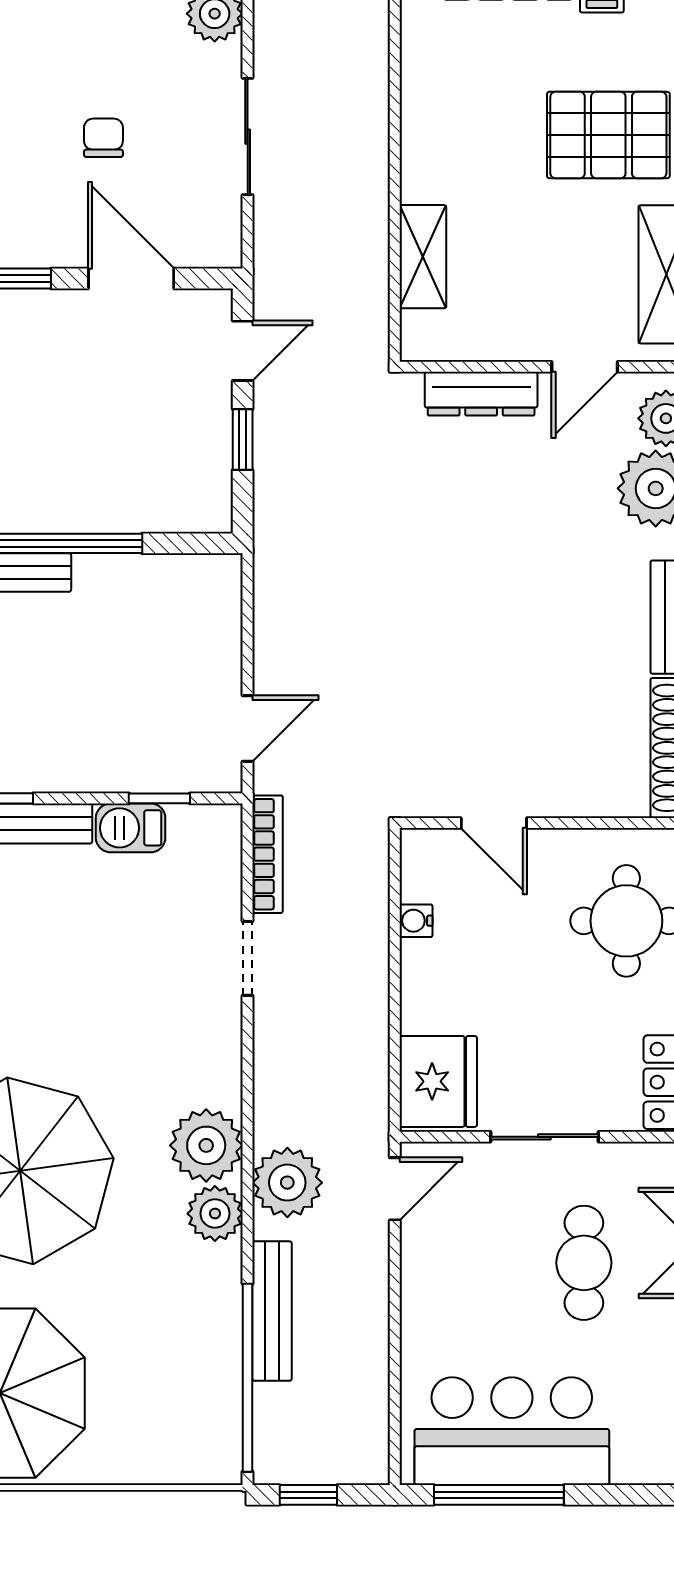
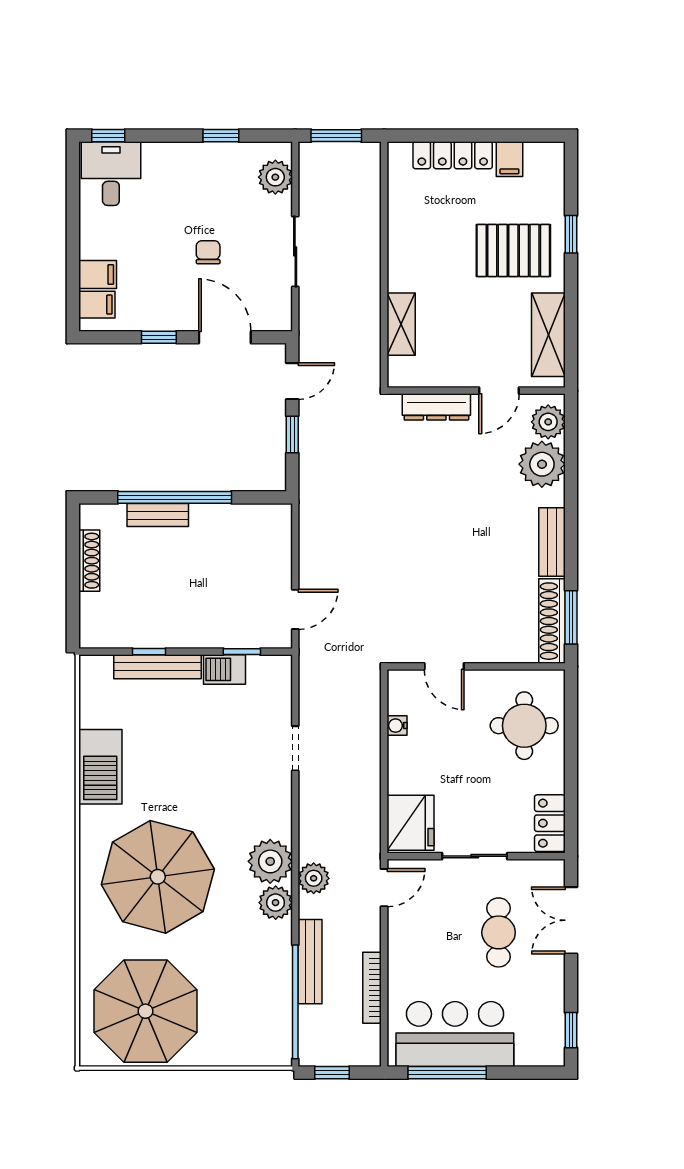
bookcase: (268, 854) -> (372, 988), moved, turned 180
plant: (287, 1183) -> (314, 878), width x0.73, depth x0.73

